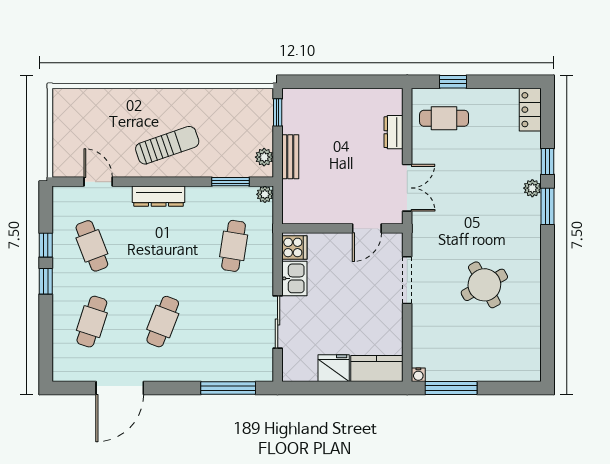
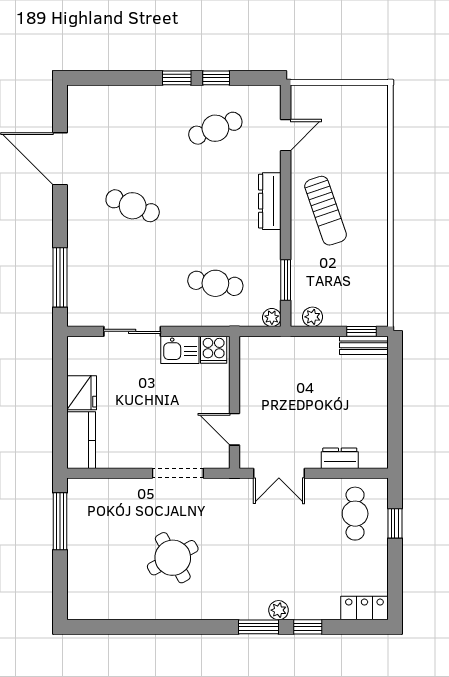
bench: (290, 157) -> (364, 345), moved
cafe table: (92, 322) -> (133, 128), removed
water cooler: (418, 375) -> (74, 485), removed

